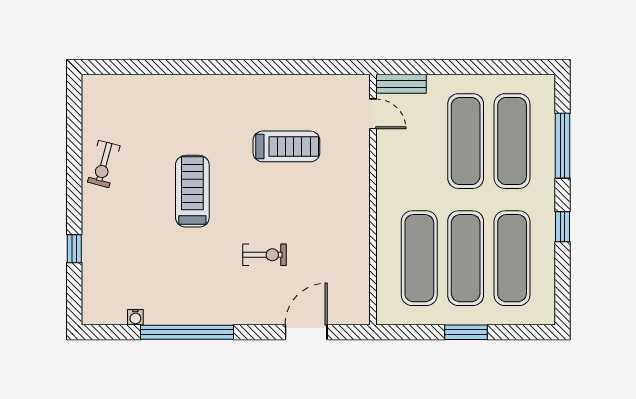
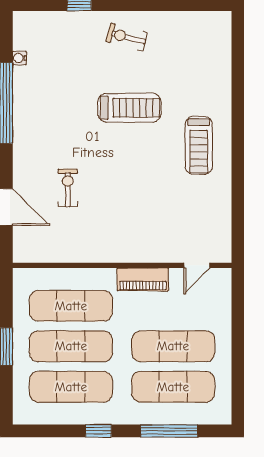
bench: (401, 84) -> (223, 290), removed
treadmill: (286, 146) -> (199, 145), moved
exercise bike: (104, 164) -> (127, 37), moved
piano: (389, 176) -> (143, 279), added
exercise bike: (264, 255) -> (68, 188), moved, turned 180

